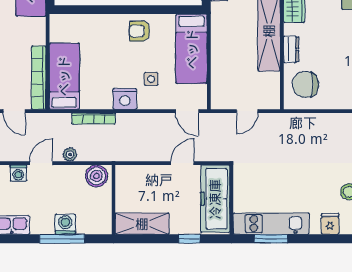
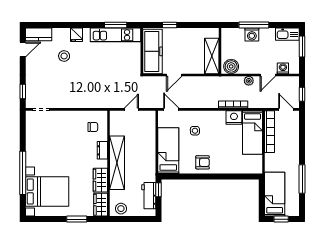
chair: (305, 85) -> (93, 127), width x0.54, depth x0.54
nightstand: (125, 99) -> (234, 118), moved
shelving: (142, 224) -> (212, 56), moved, turned 90

